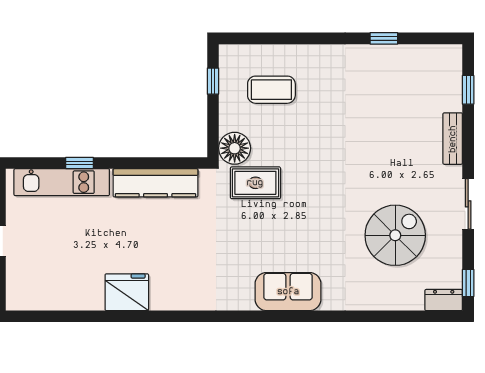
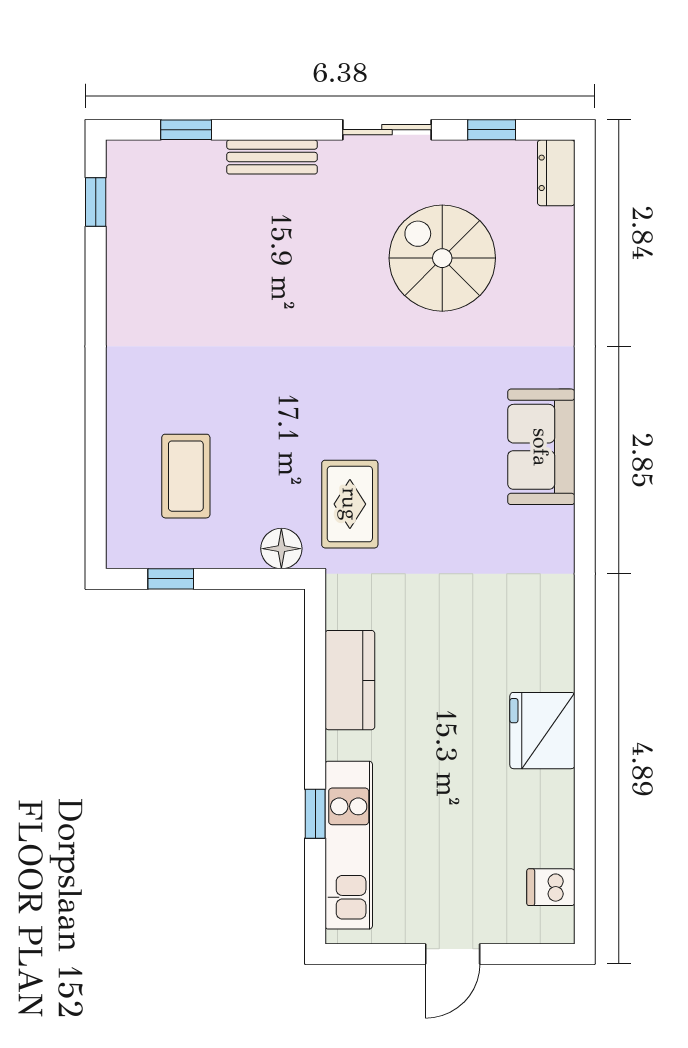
window: (384, 38) -> (96, 202), moved
floor lamp: (235, 148) -> (281, 549), width x0.73, depth x0.73
kitchen counter: (155, 183) -> (350, 680), width x0.67
window: (468, 283) -> (492, 130), moved
dishwasher: (38, 297) -> (551, 887), added

